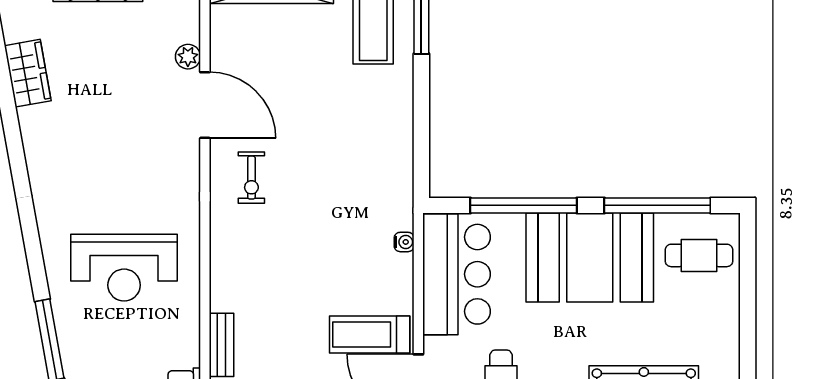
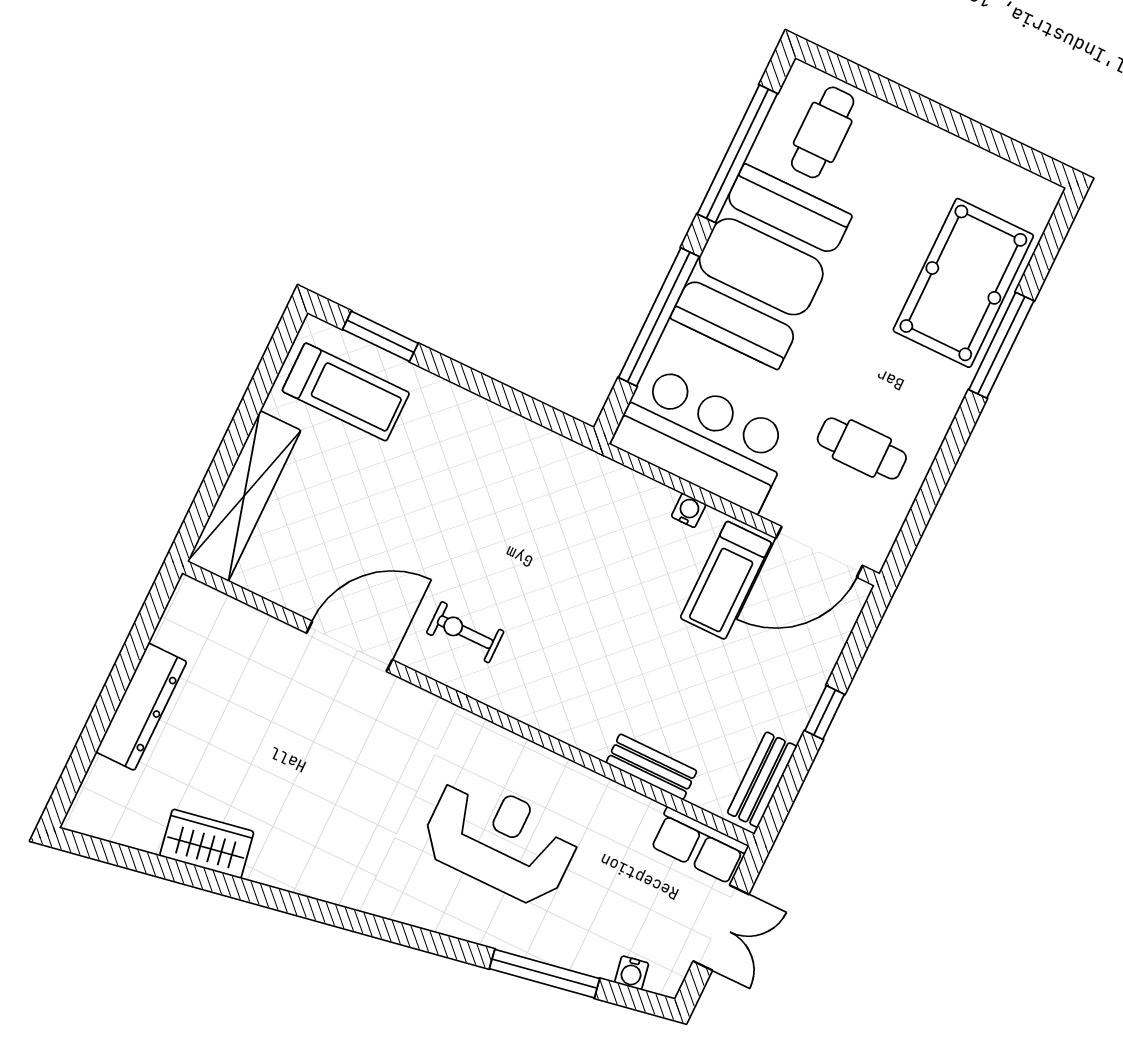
plant: (188, 57) -> (281, 639), removed
exercise bike: (251, 178) -> (465, 632), turned 180
water cooler: (404, 242) -> (689, 510), moved
reception desk: (124, 268) -> (500, 840), turned -90

